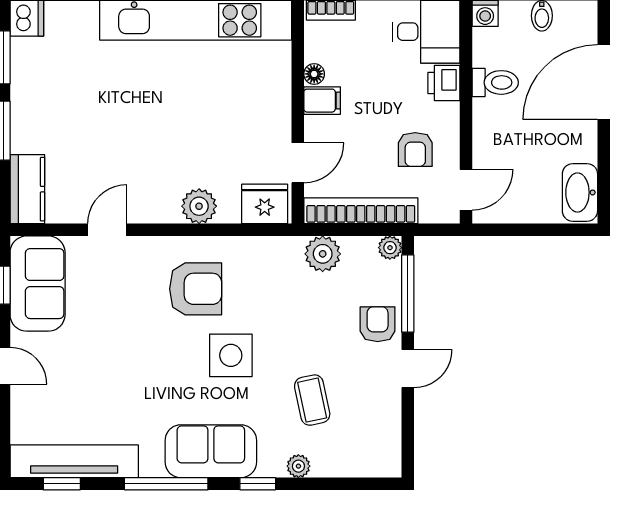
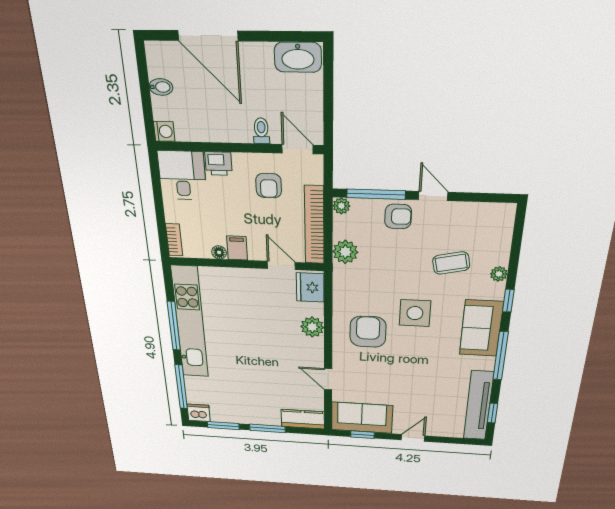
toilet: (495, 82) -> (261, 131), moved, width x0.73, depth x0.72
armchair: (415, 150) -> (269, 186), turned 90
armchair: (378, 324) -> (398, 216), turned 180

